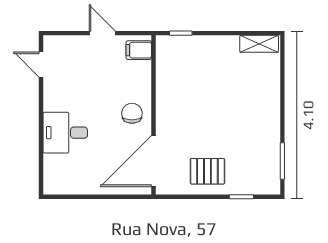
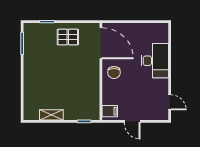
shelving: (259, 44) -> (51, 115), moved
desk: (65, 133) -> (155, 61), width x1.37
door: (153, 161) -> (101, 43), hinge flipped

